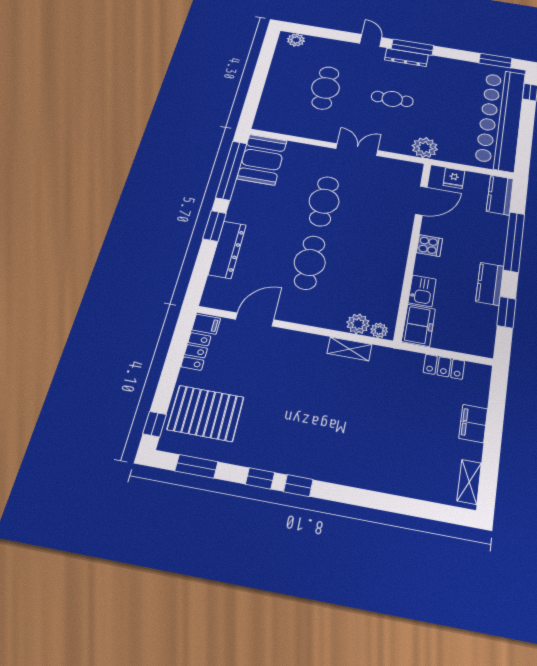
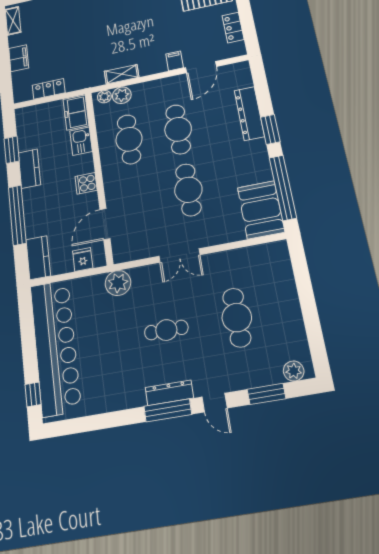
window: (495, 61) -> (266, 394), moved
cafe table: (367, 273) -> (129, 139), added
filing cabinet: (206, 324) -> (175, 61), moved, turned 90

